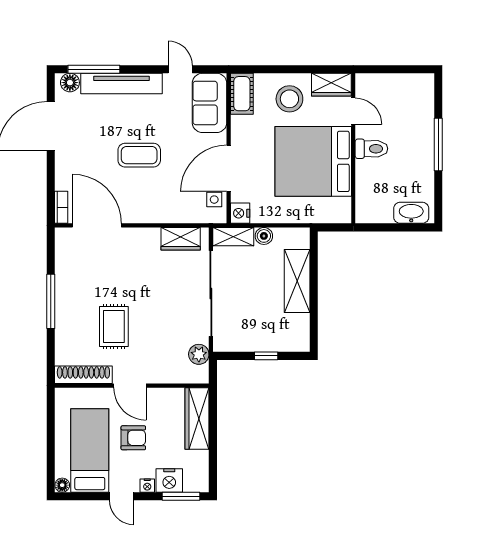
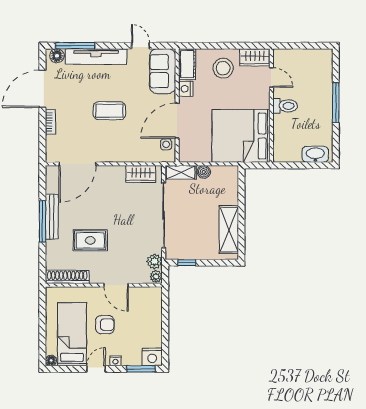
bed: (313, 161) -> (241, 136), moved
bookcase: (61, 207) -> (50, 122), moved
nightstand: (240, 213) -> (186, 89), moved
door: (97, 225) -> (77, 164), swing flipped
shelving: (297, 281) -> (229, 230), moved
bench: (63, 295) -> (52, 217), added
rug: (114, 326) -> (90, 240), turned 90
window: (266, 356) -> (187, 263), moved
plant: (201, 374) -> (156, 276), added
door: (130, 386) -> (116, 285), moved
wardrobe: (197, 418) -> (153, 310), removed
nightstand: (169, 480) -> (152, 357), moved
door: (122, 496) -> (96, 369), swing flipped

